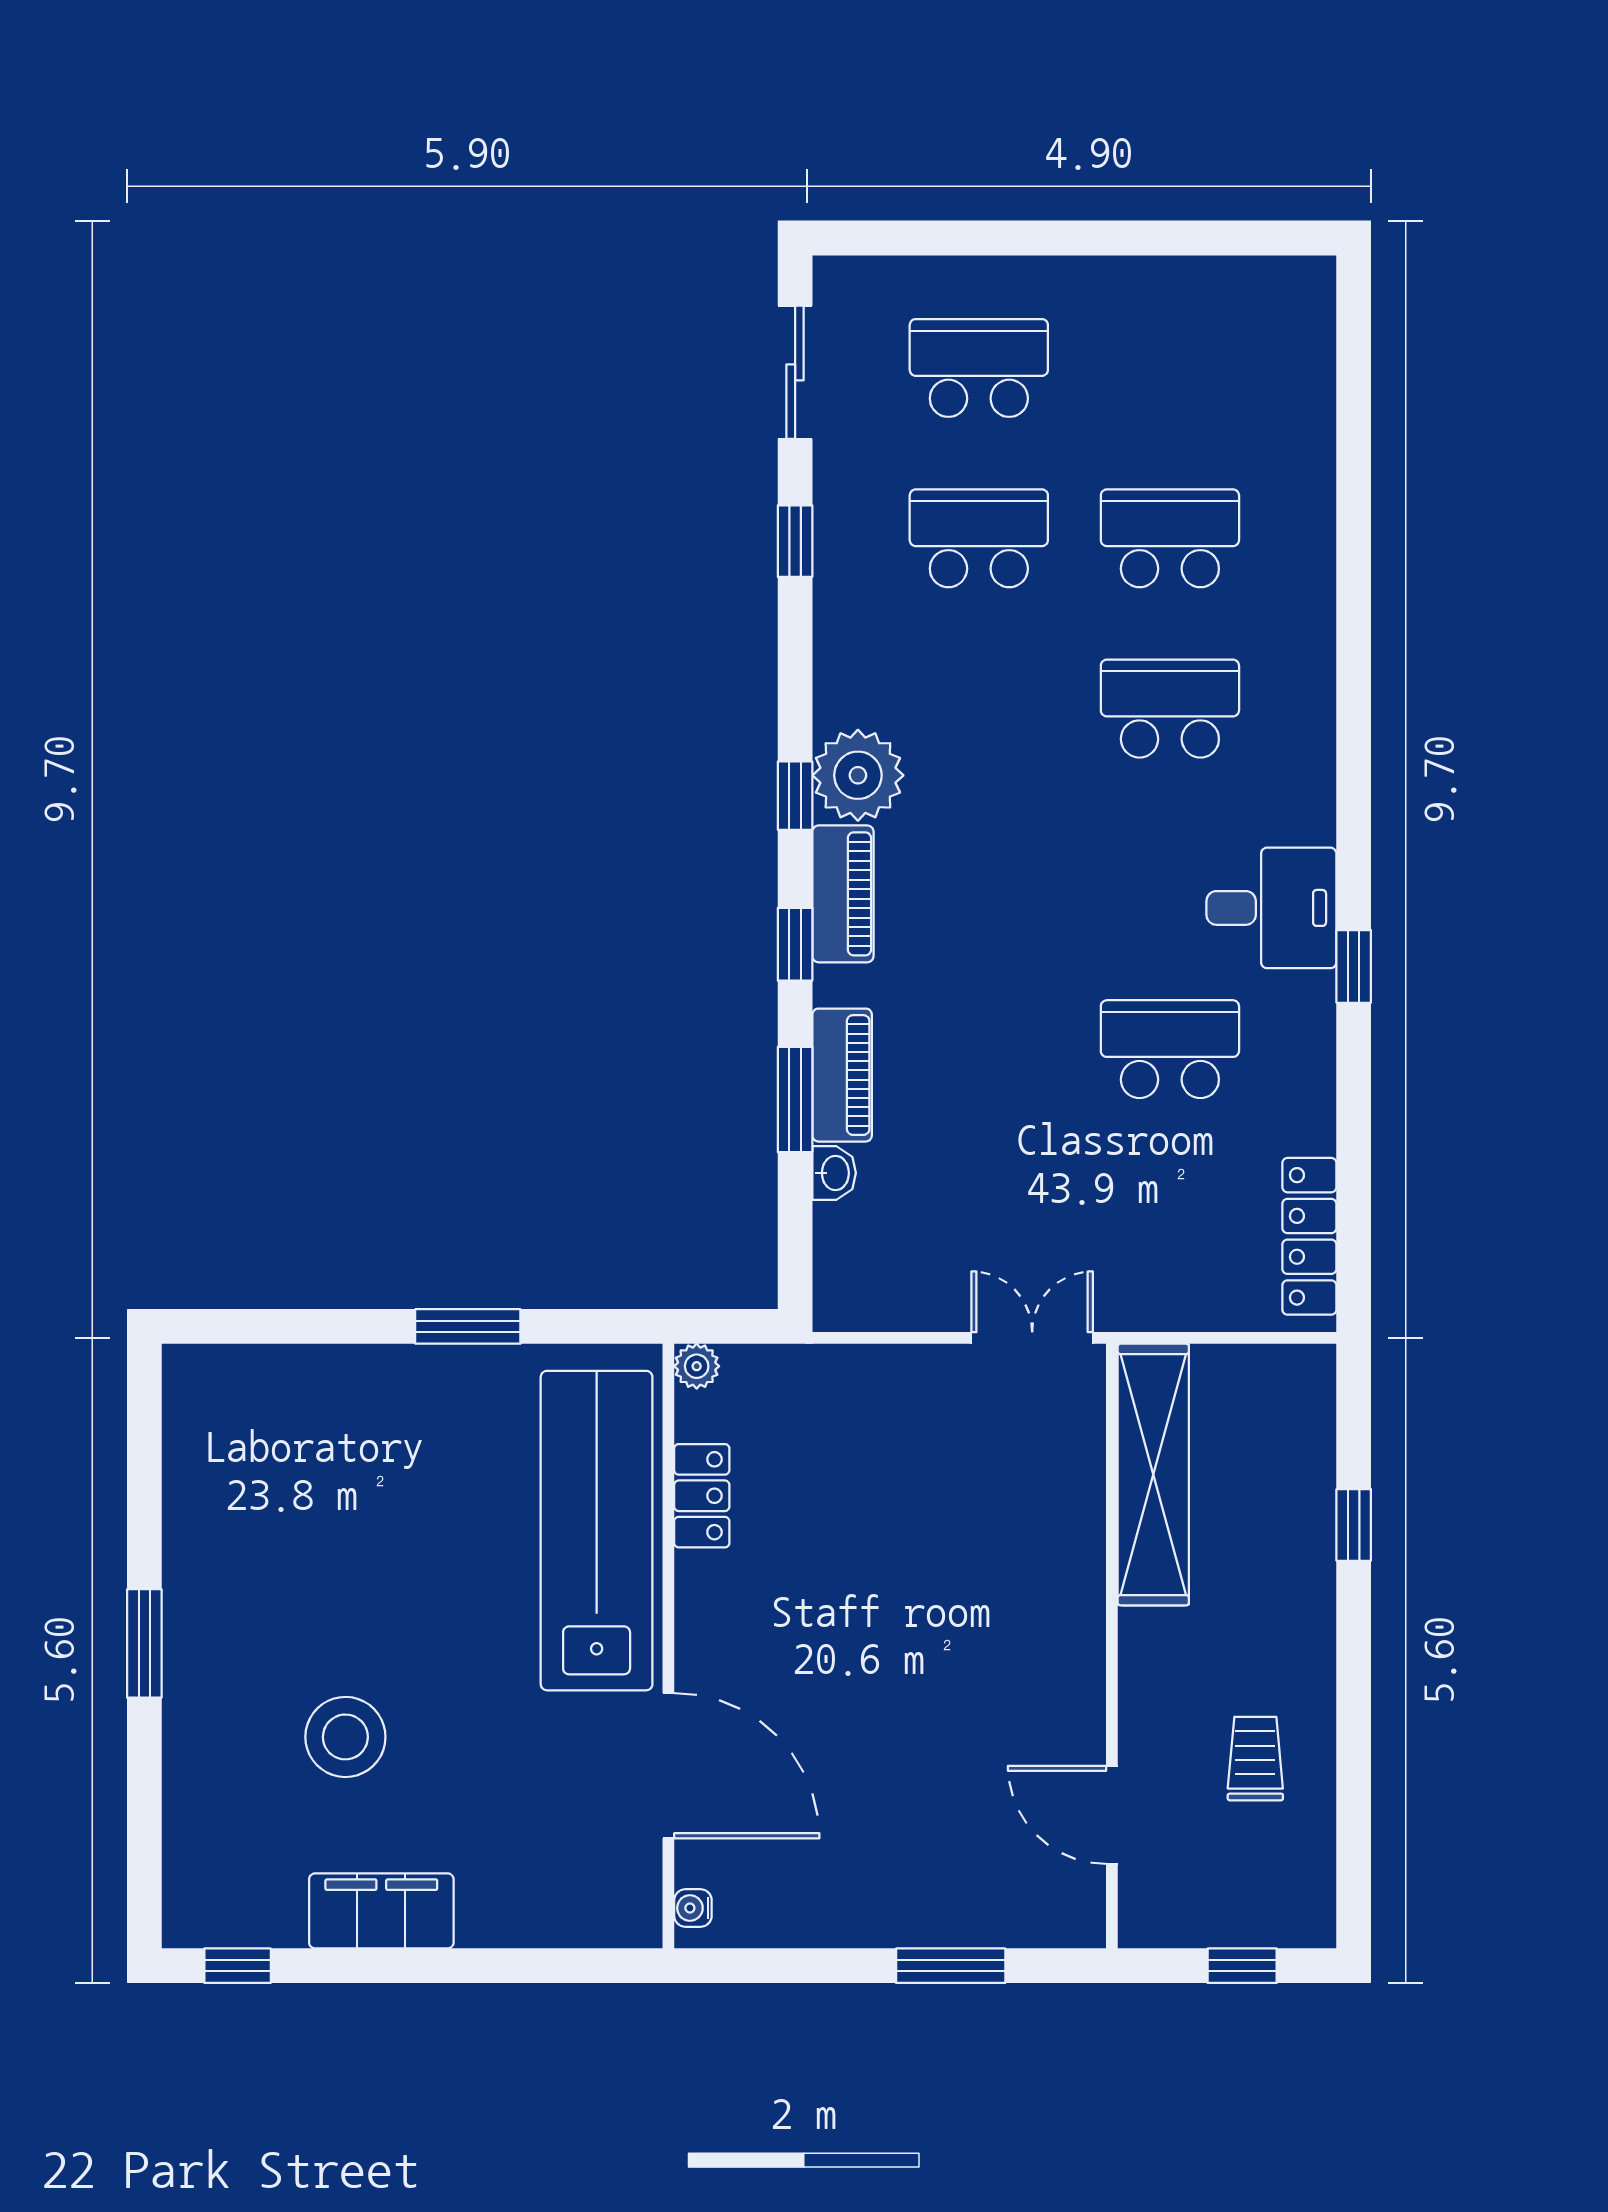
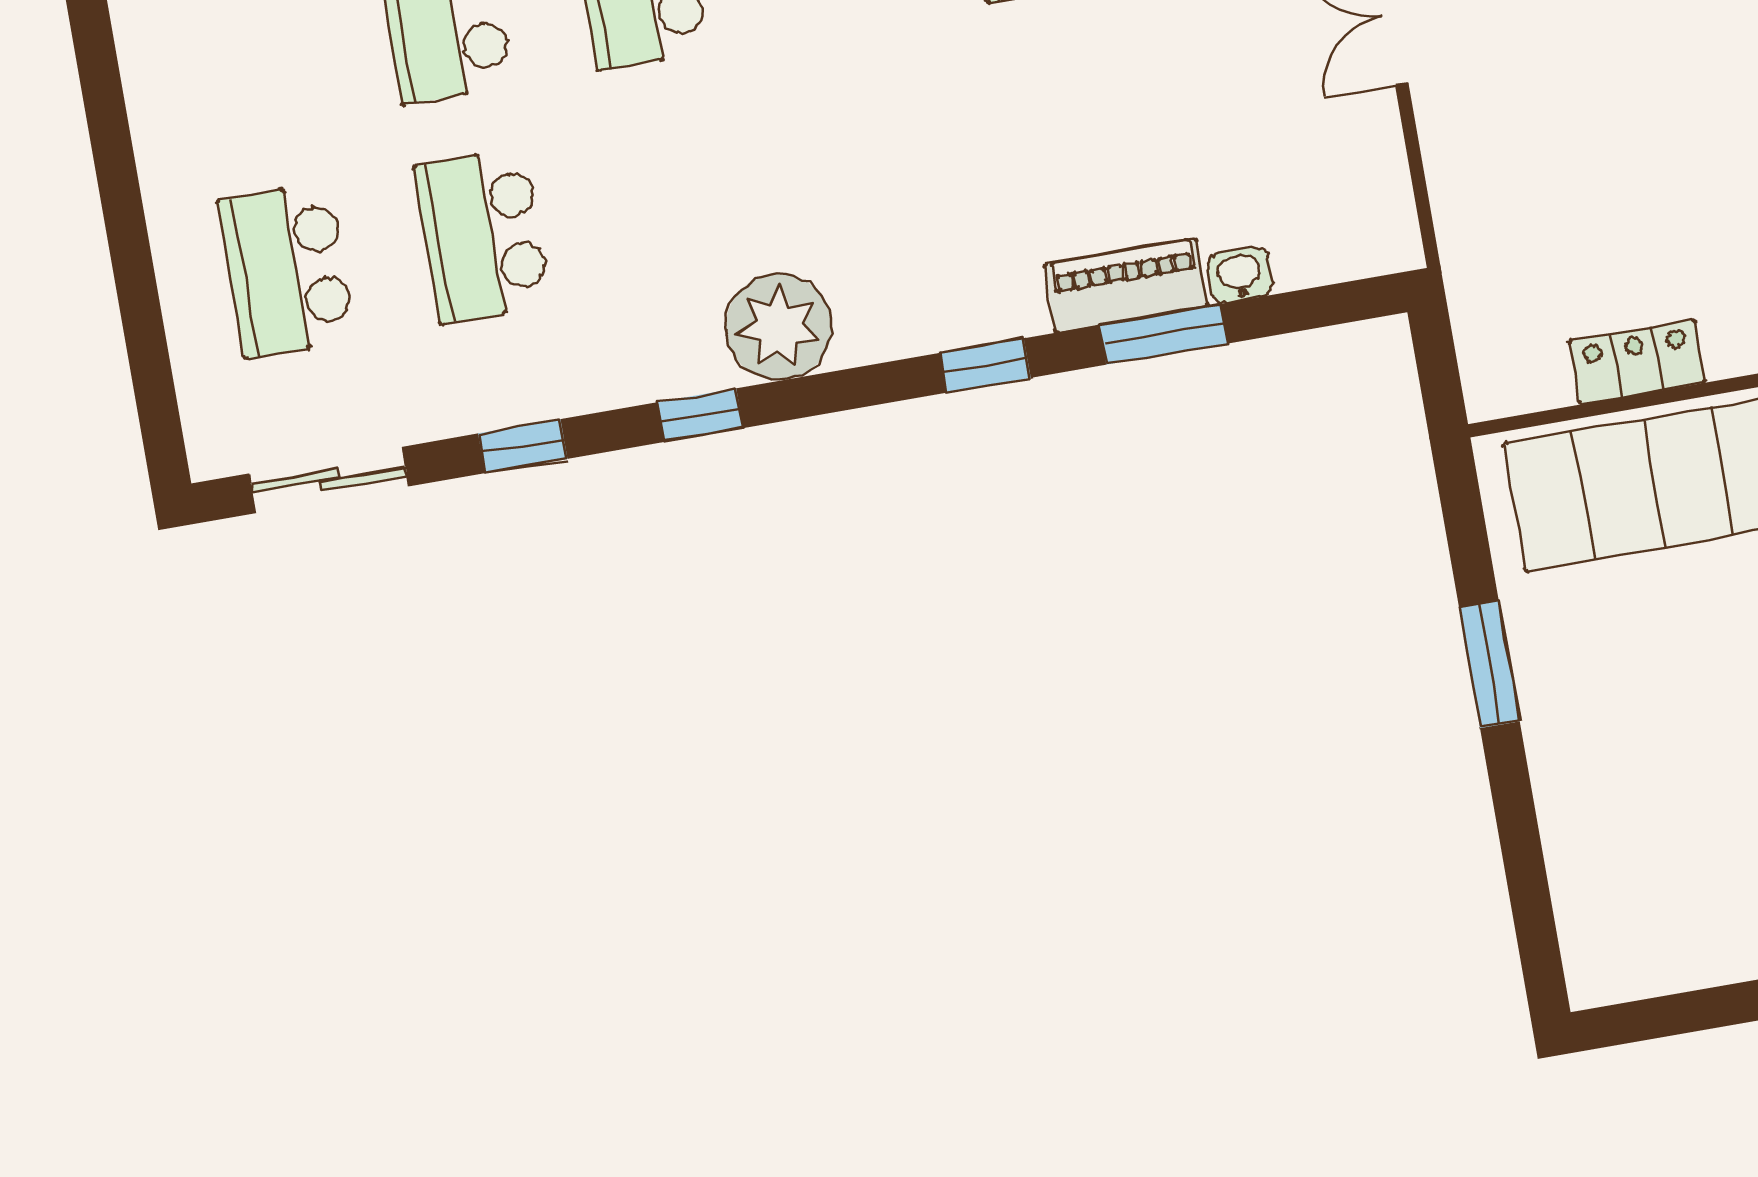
window: (795, 796) -> (700, 415), moved
piano: (843, 894) -> (918, 321), removed
plant: (697, 1366) -> (1489, 394), removed

